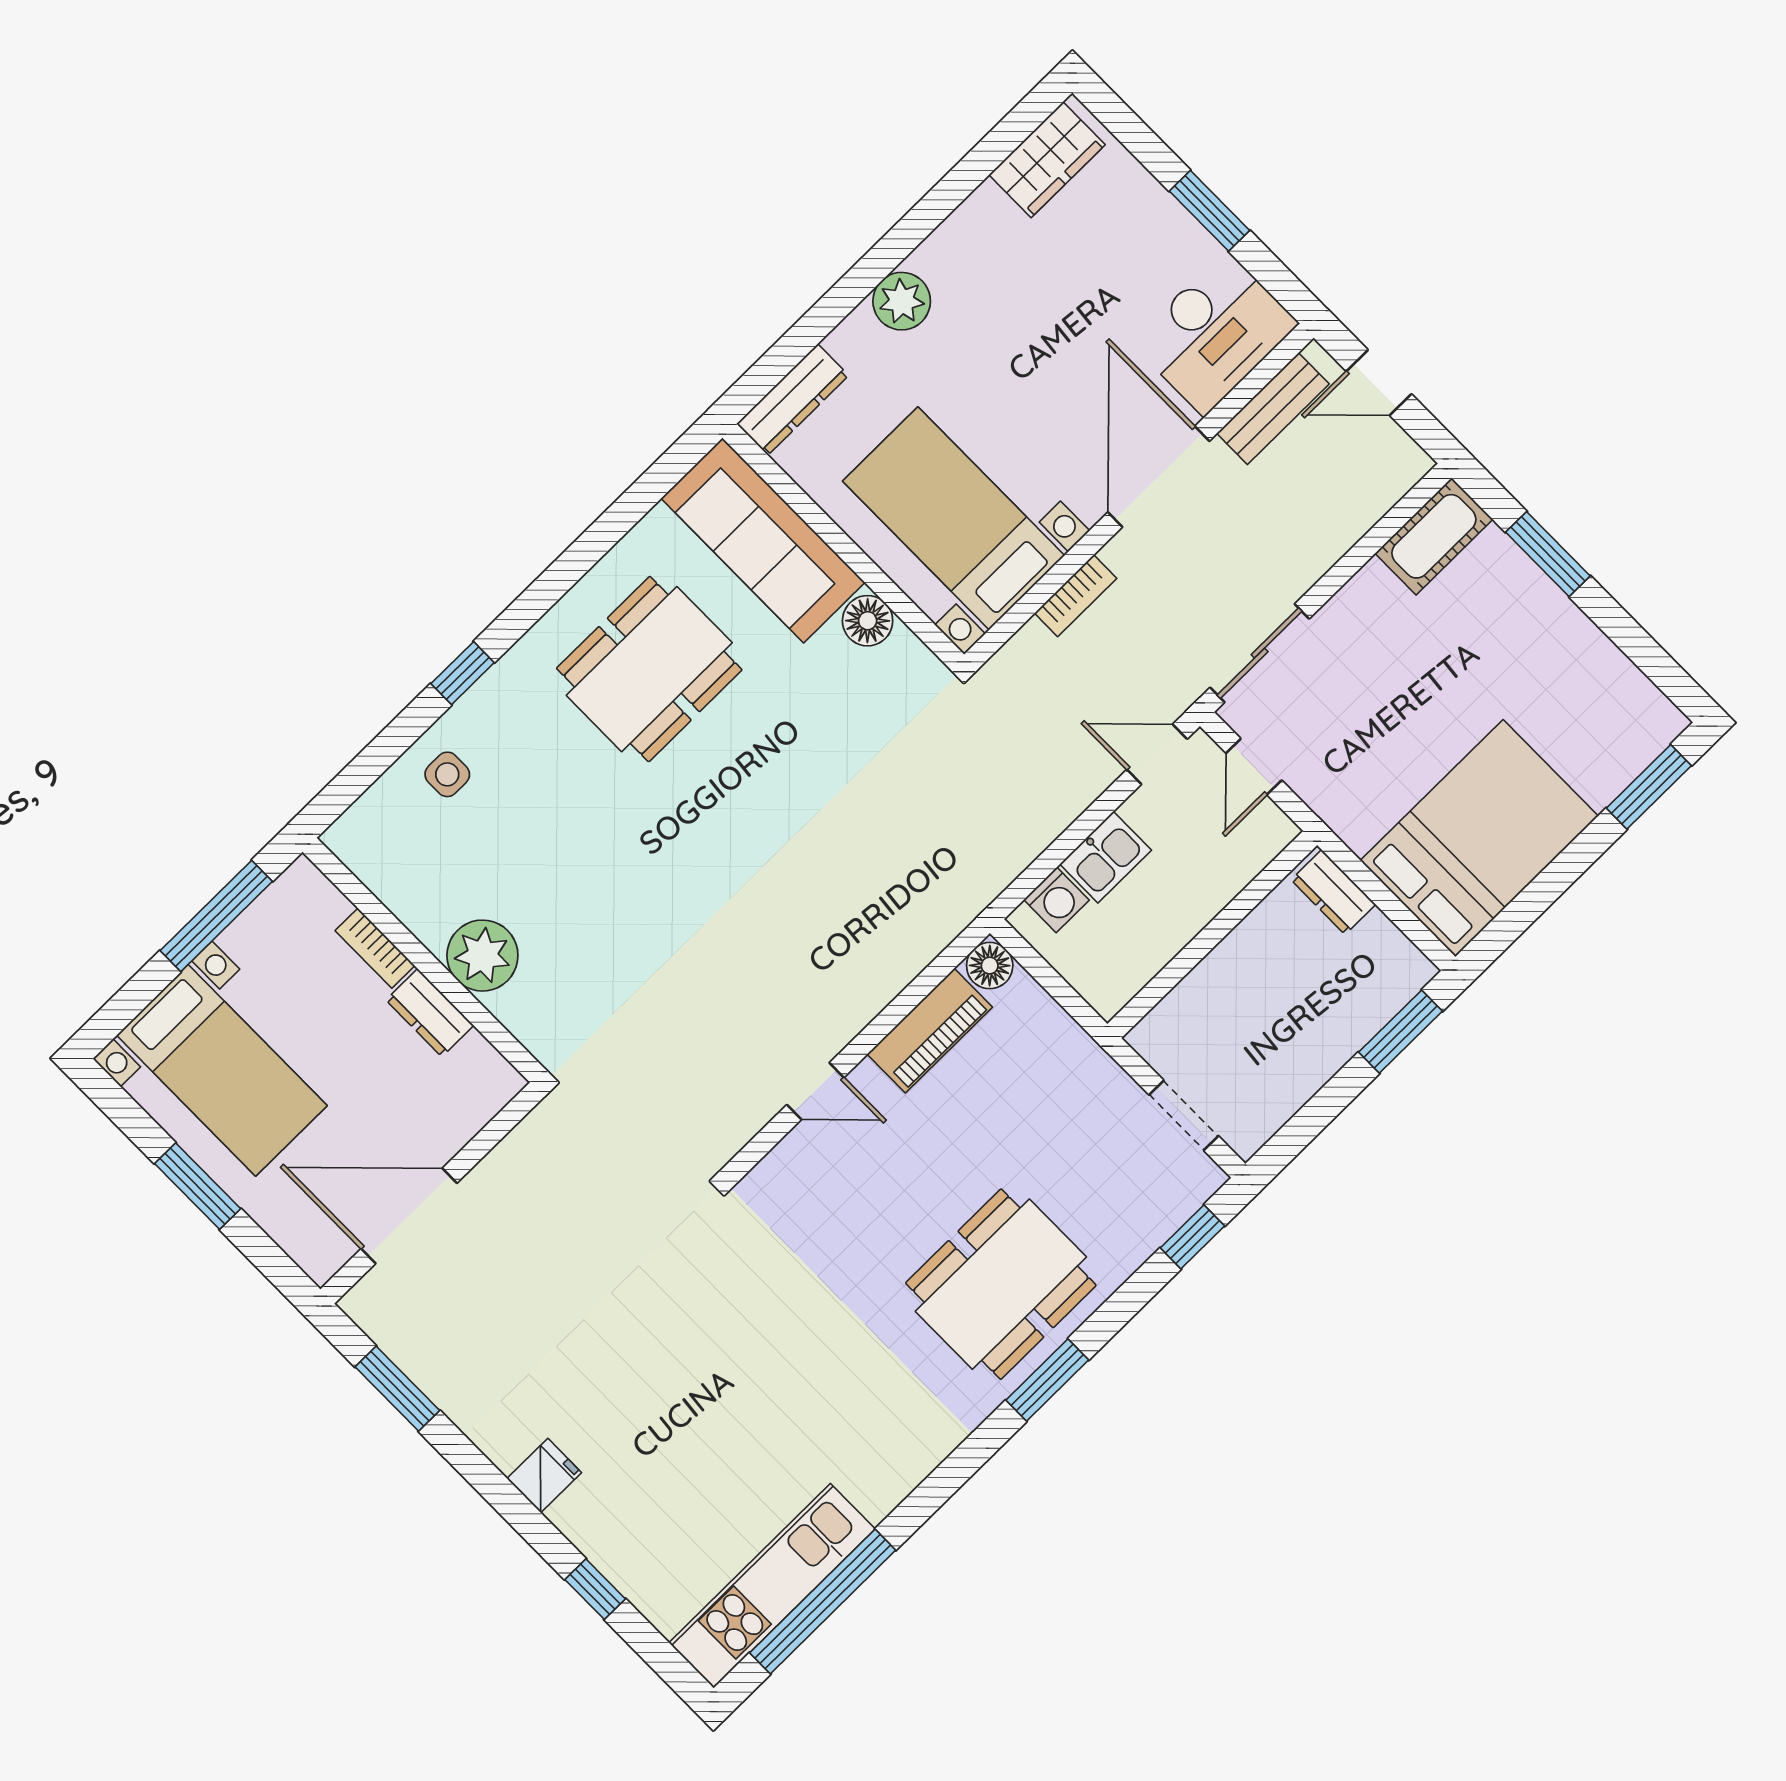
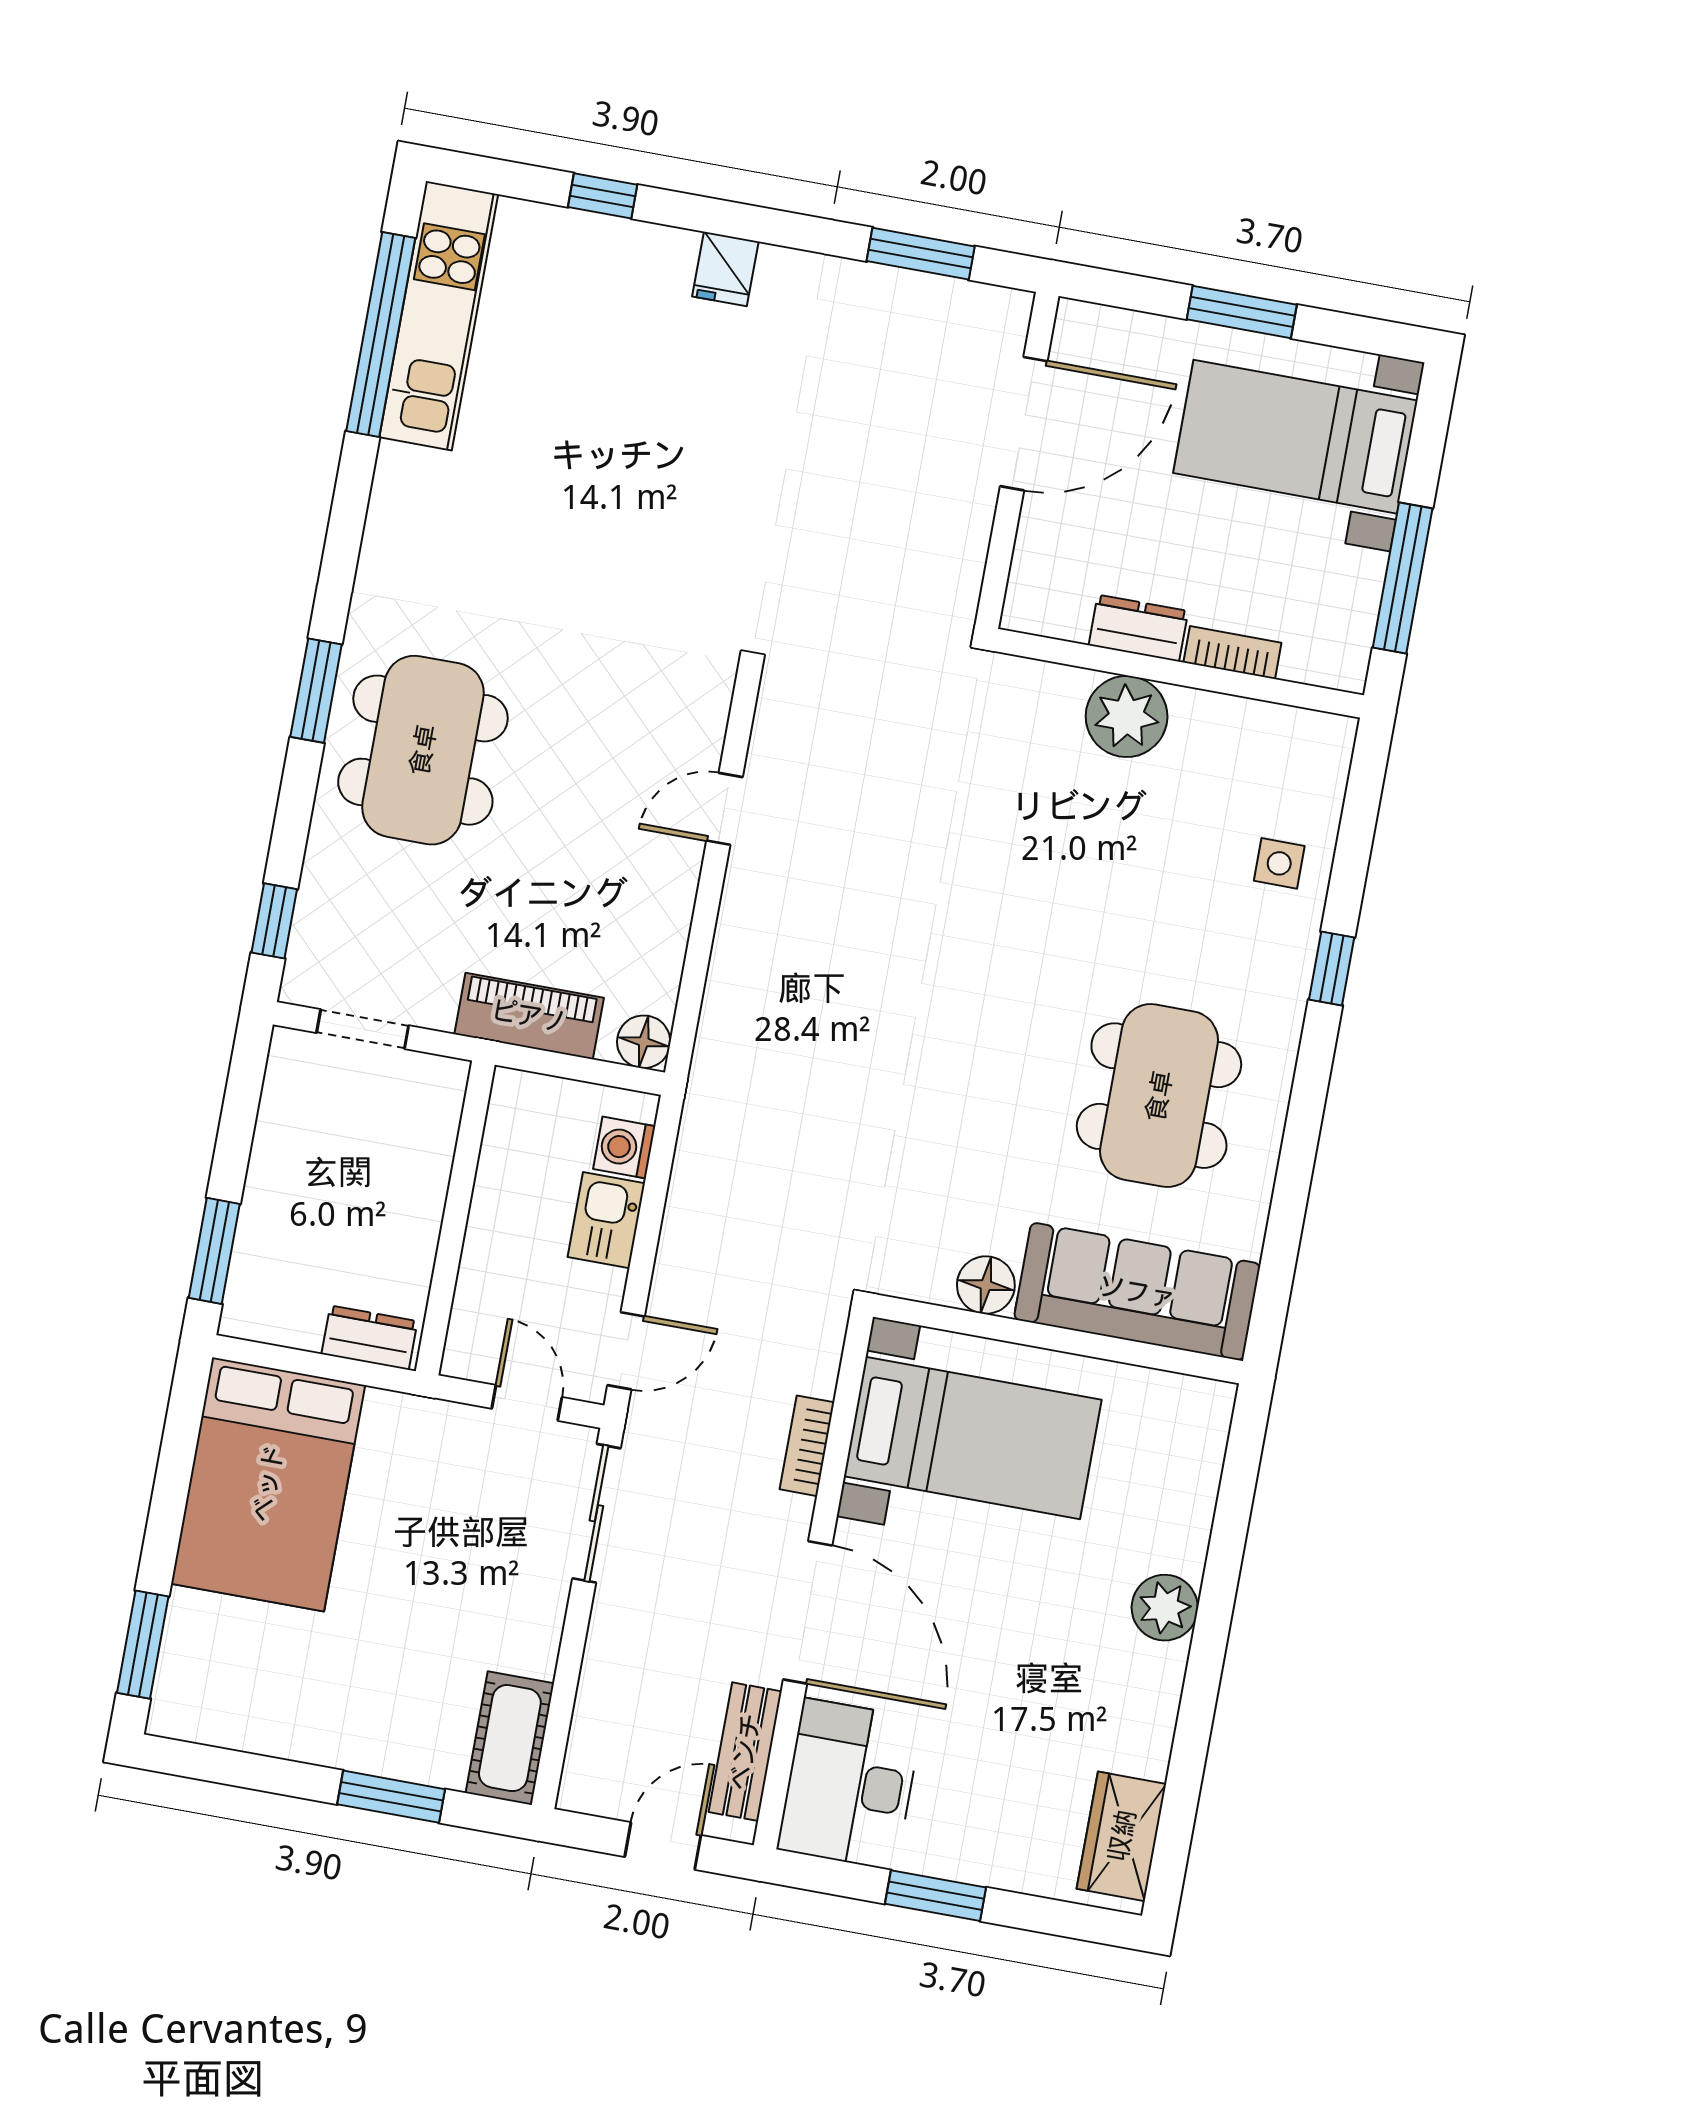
dresser: (793, 400) -> (1202, 1443), removed
piano: (930, 1031) -> (529, 1016), moved, turned 90

